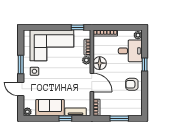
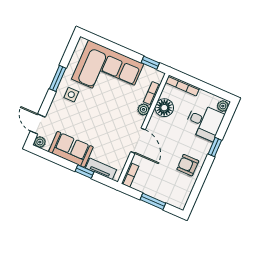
floor lamp: (100, 63) -> (164, 108), moved
door: (21, 89) -> (38, 124), moved

